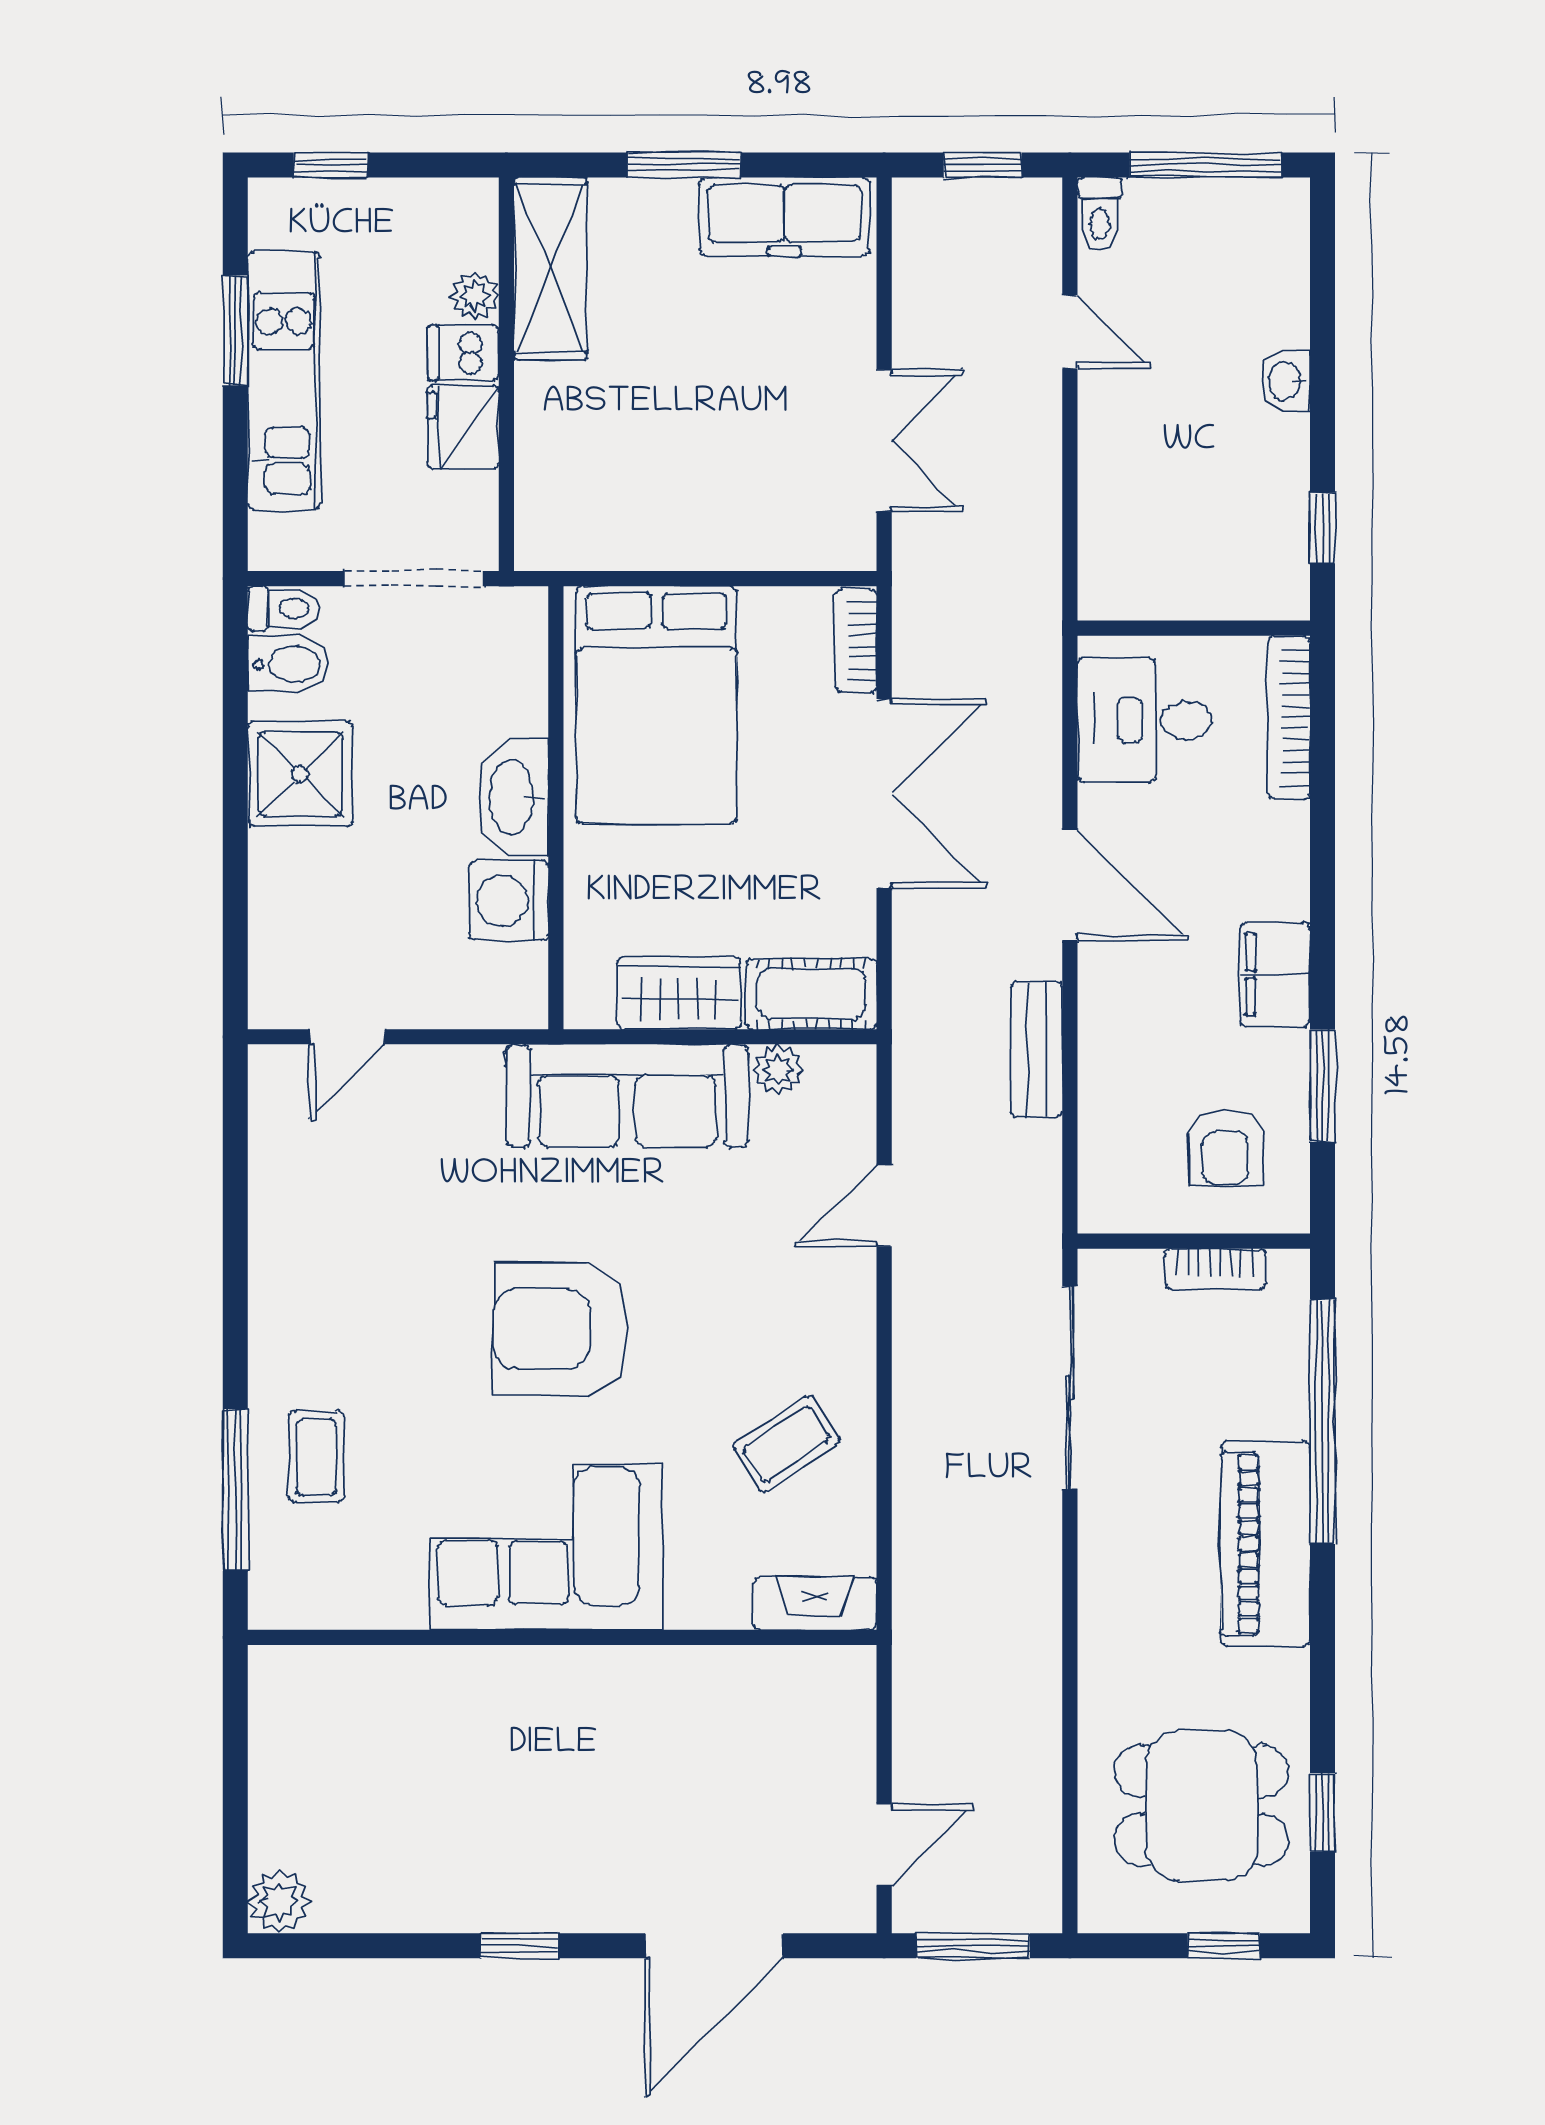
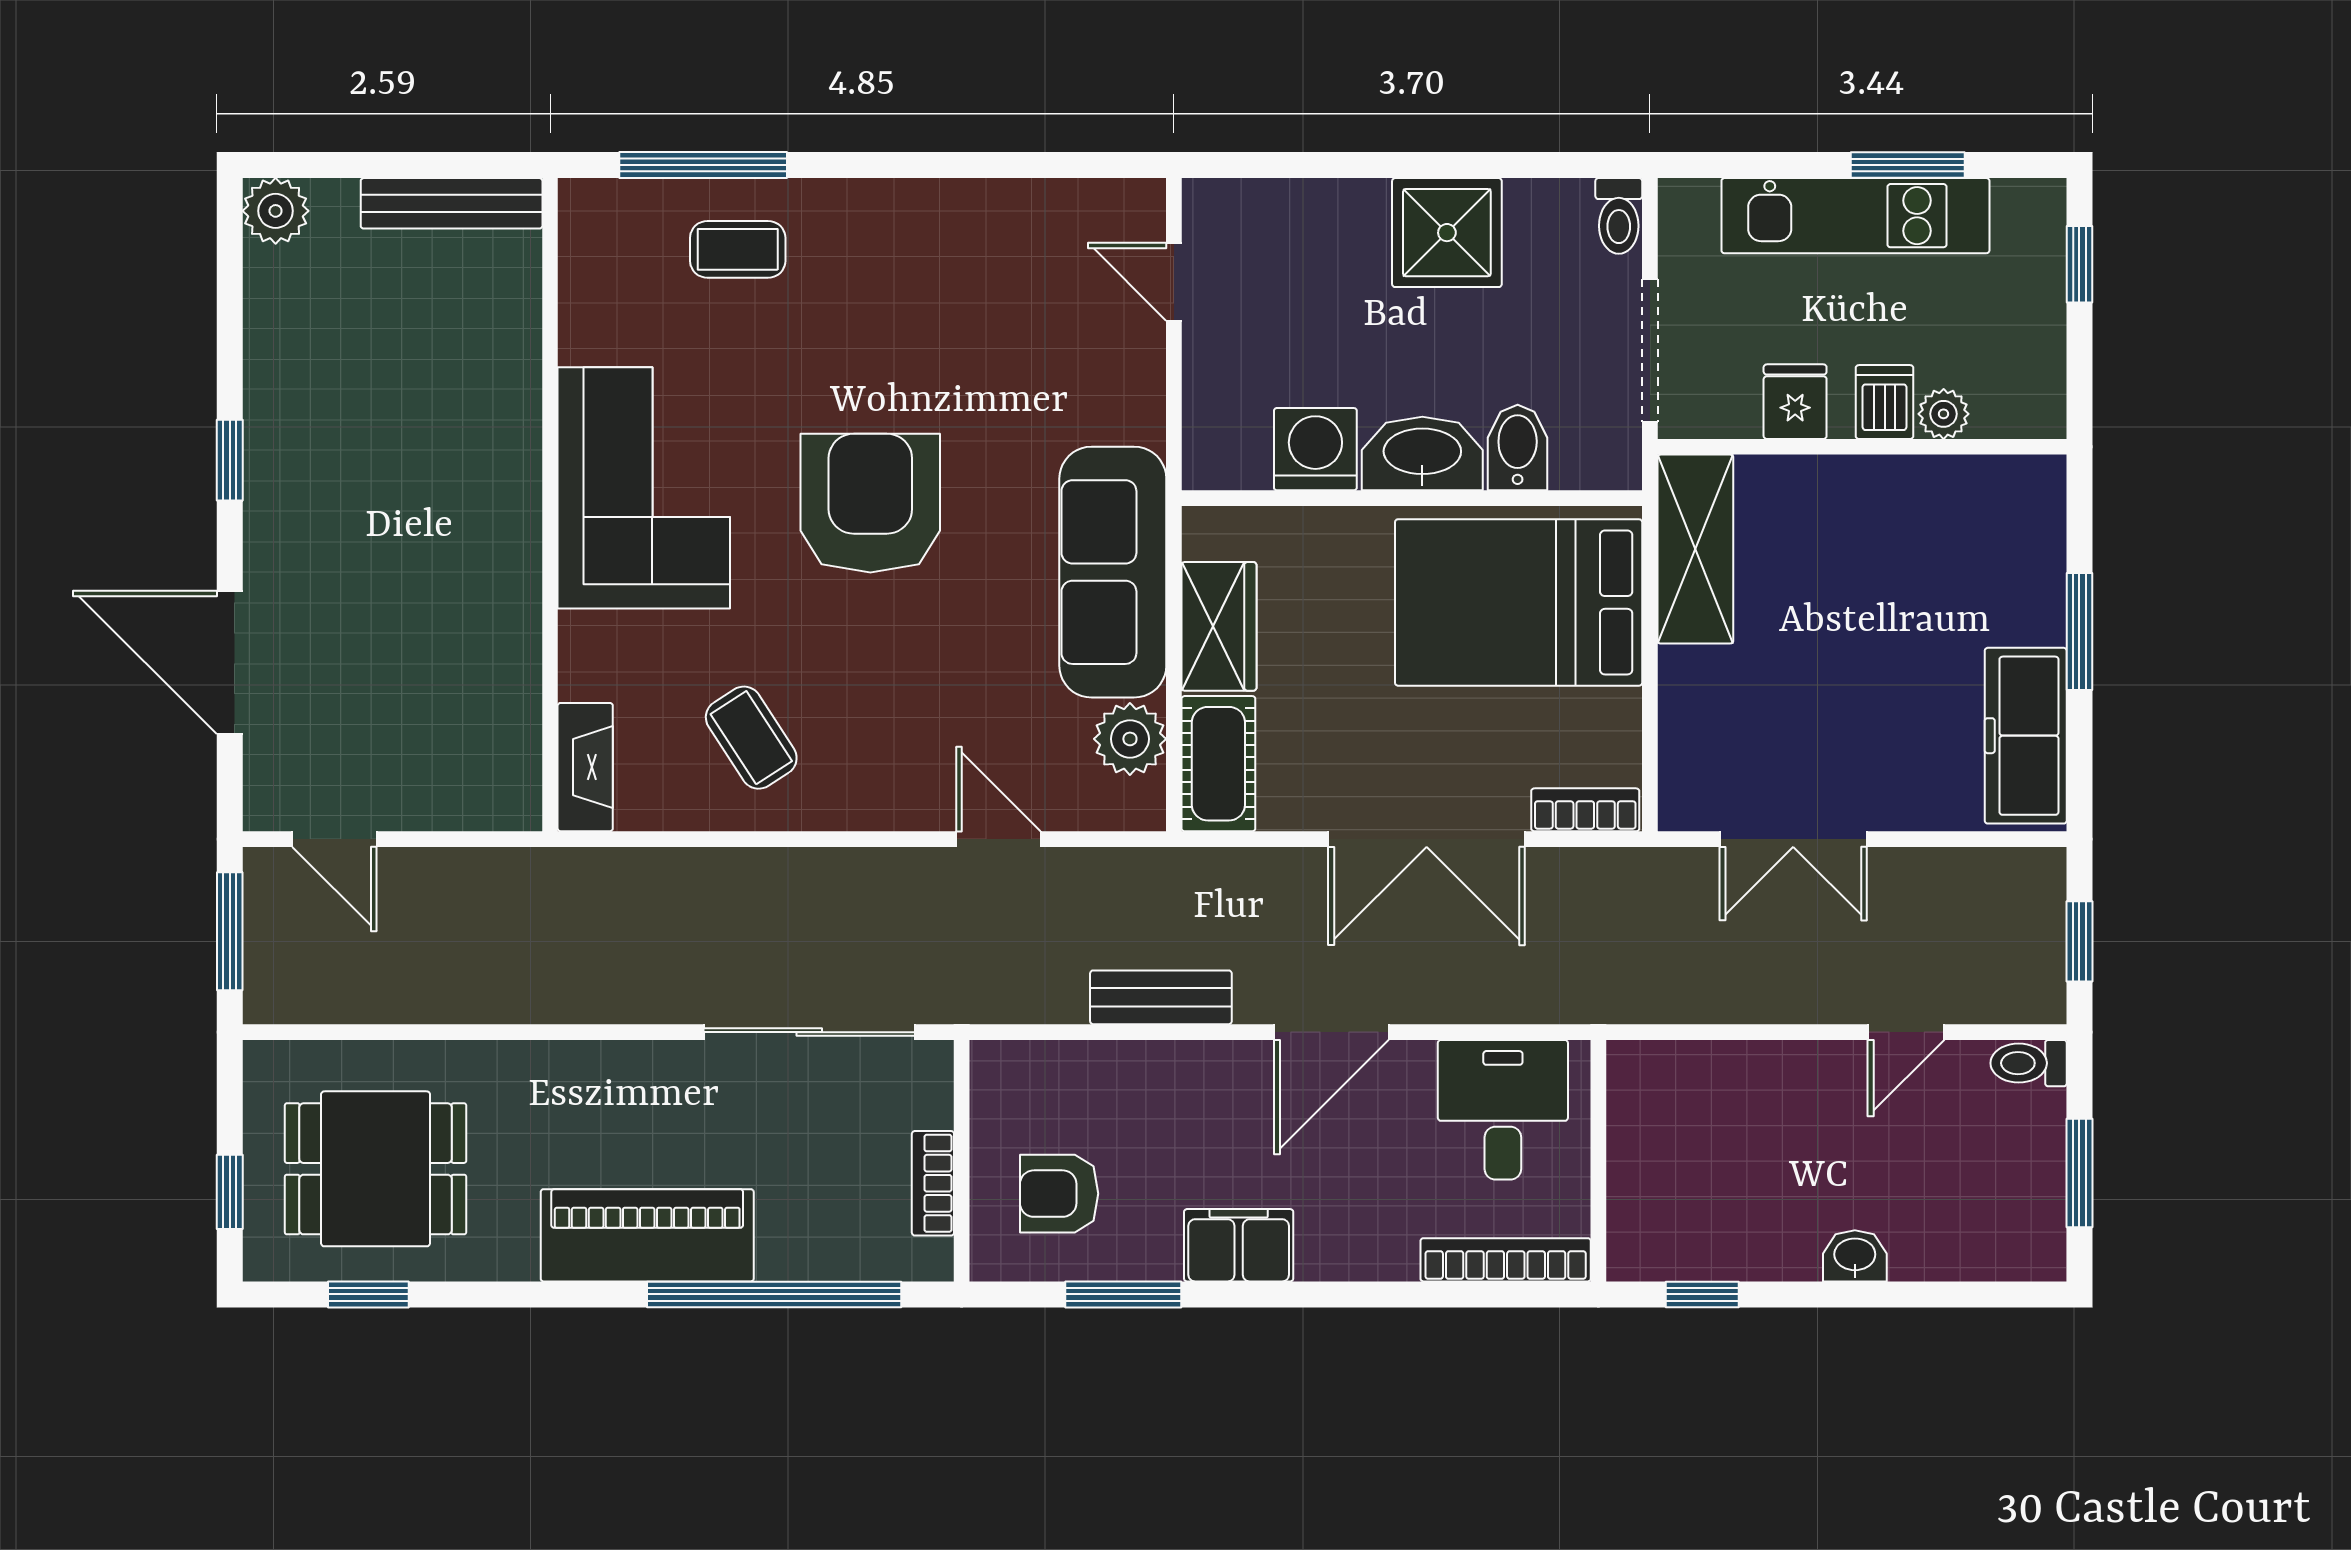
window: (1206, 165) -> (2079, 1173), width x0.69
shelving: (550, 268) -> (1695, 549), moved, turned 90
fridge: (463, 427) -> (1795, 402), width x0.72
bidet: (289, 664) -> (1518, 448), moved, turned 180
plant: (778, 1070) -> (1130, 739), width x1.38, depth x1.38
bench: (272, 1732) -> (452, 203), added
dining table: (1202, 1805) -> (376, 1169), turned 90

